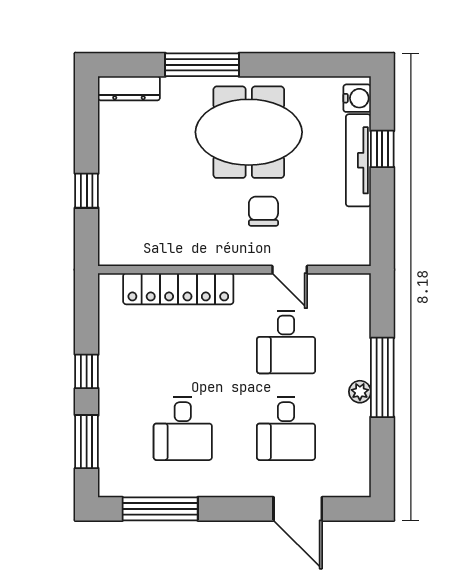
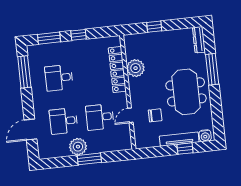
chair: (263, 211) -> (155, 115), moved
plant: (180, 245) -> (136, 68), added
window: (382, 377) -> (89, 159), width x0.69
plant: (360, 392) -> (78, 147), width x1.87, depth x1.87

